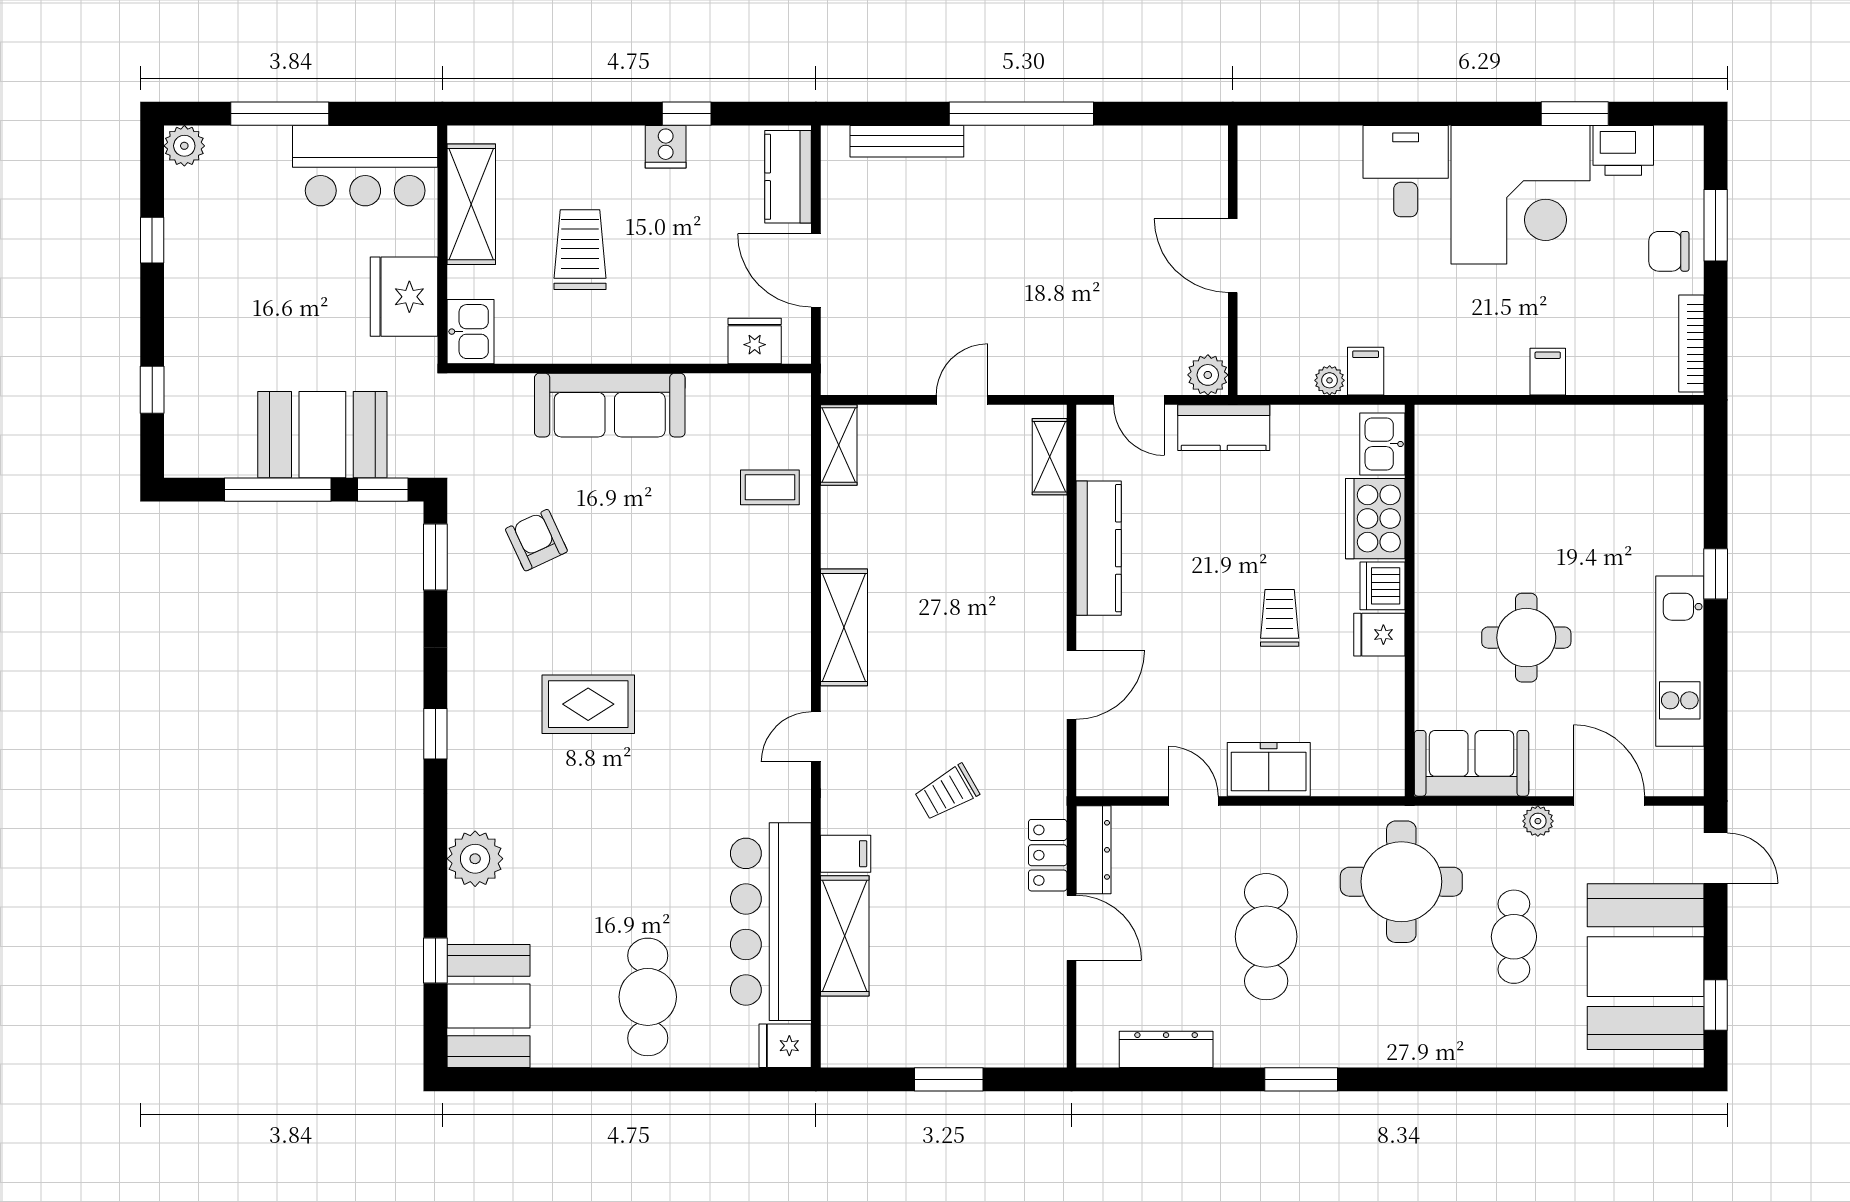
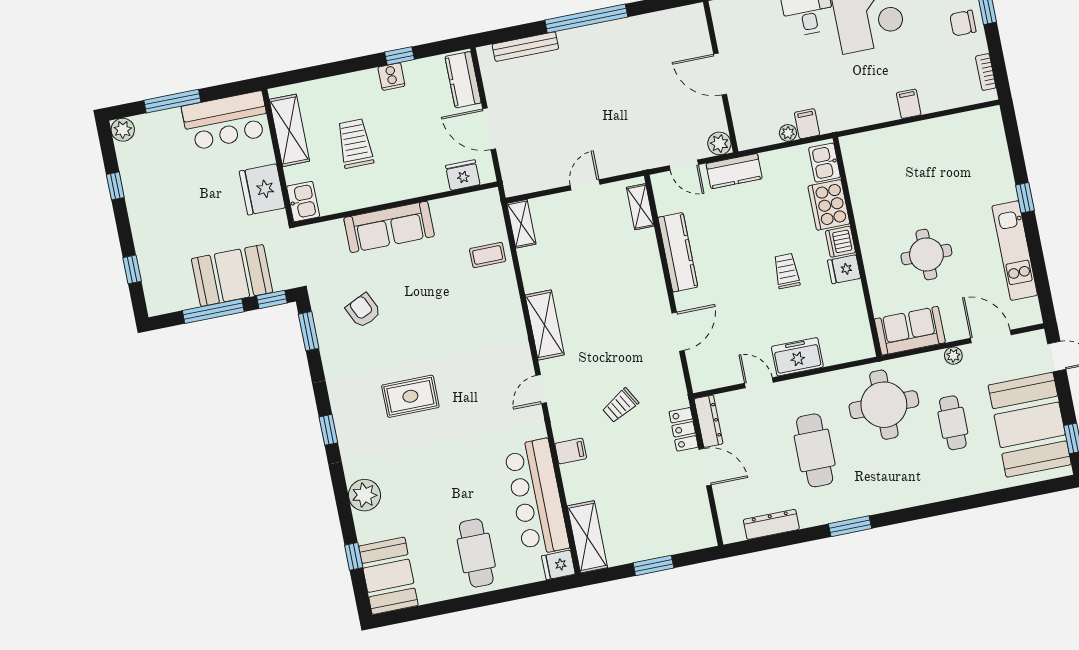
bookcase: (1691, 344) -> (986, 72), width x0.64
shelving: (845, 936) -> (587, 537), moved

